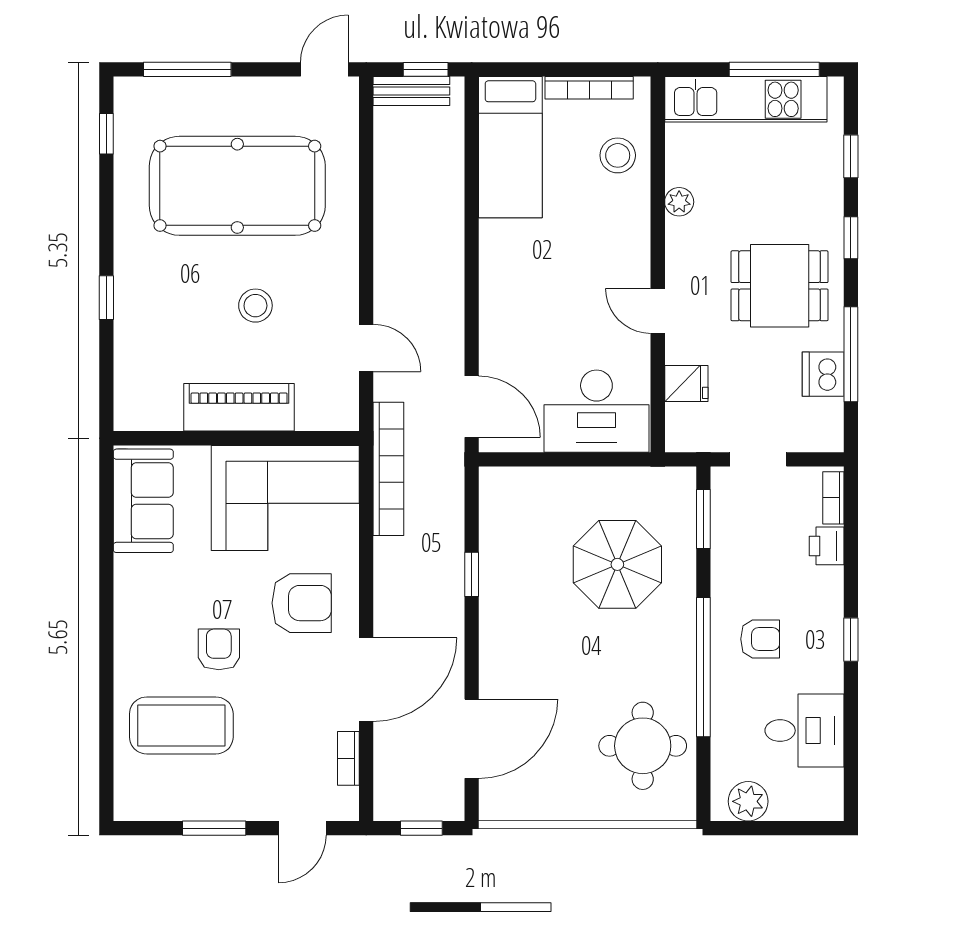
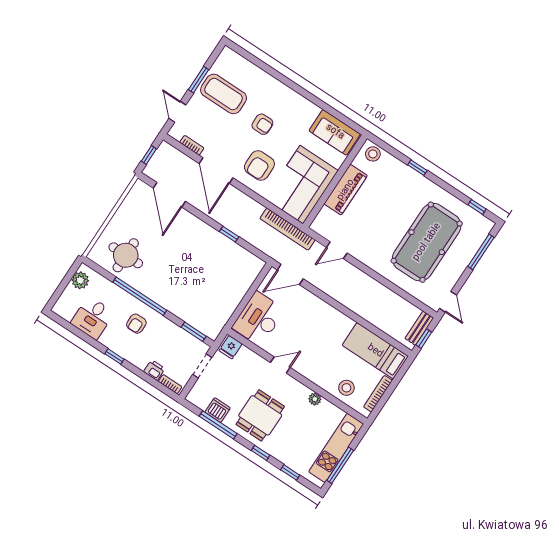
stool: (255, 306) -> (373, 154), moved
fridge: (686, 384) -> (231, 347), moved
parasol: (617, 564) -> (198, 290), removed
coffee table: (181, 725) -> (224, 94), moved, turned 90

